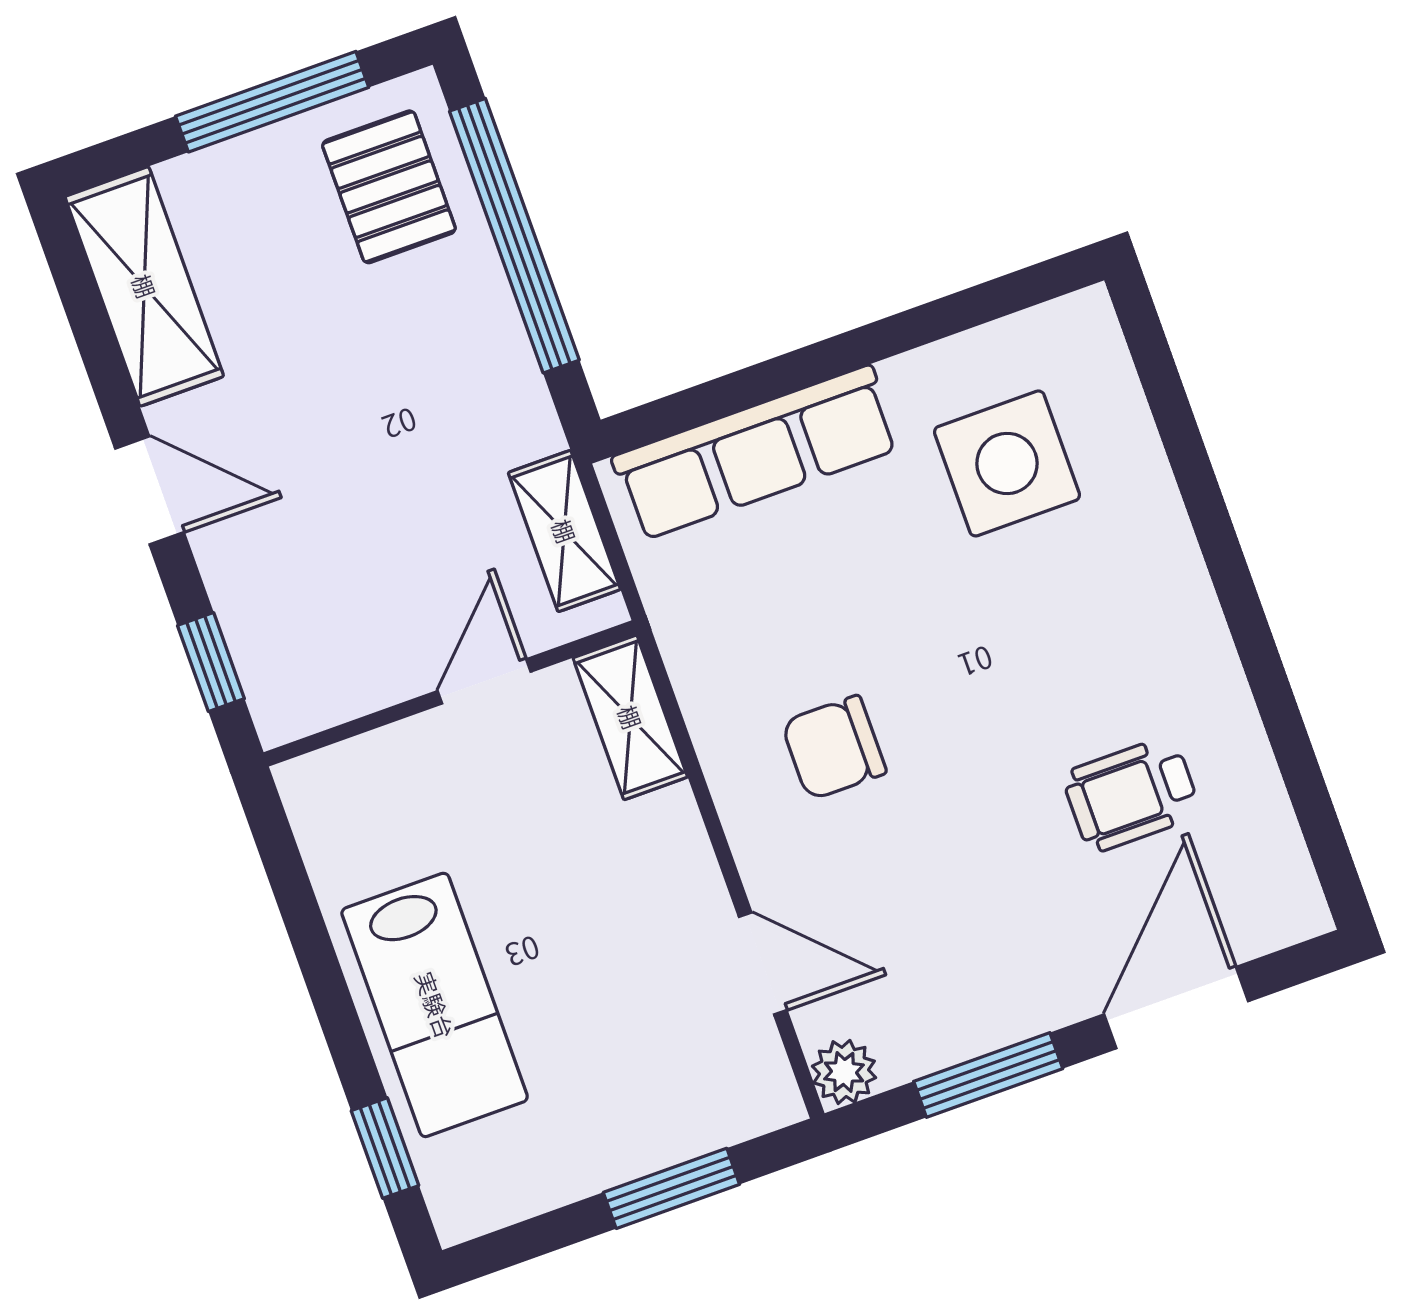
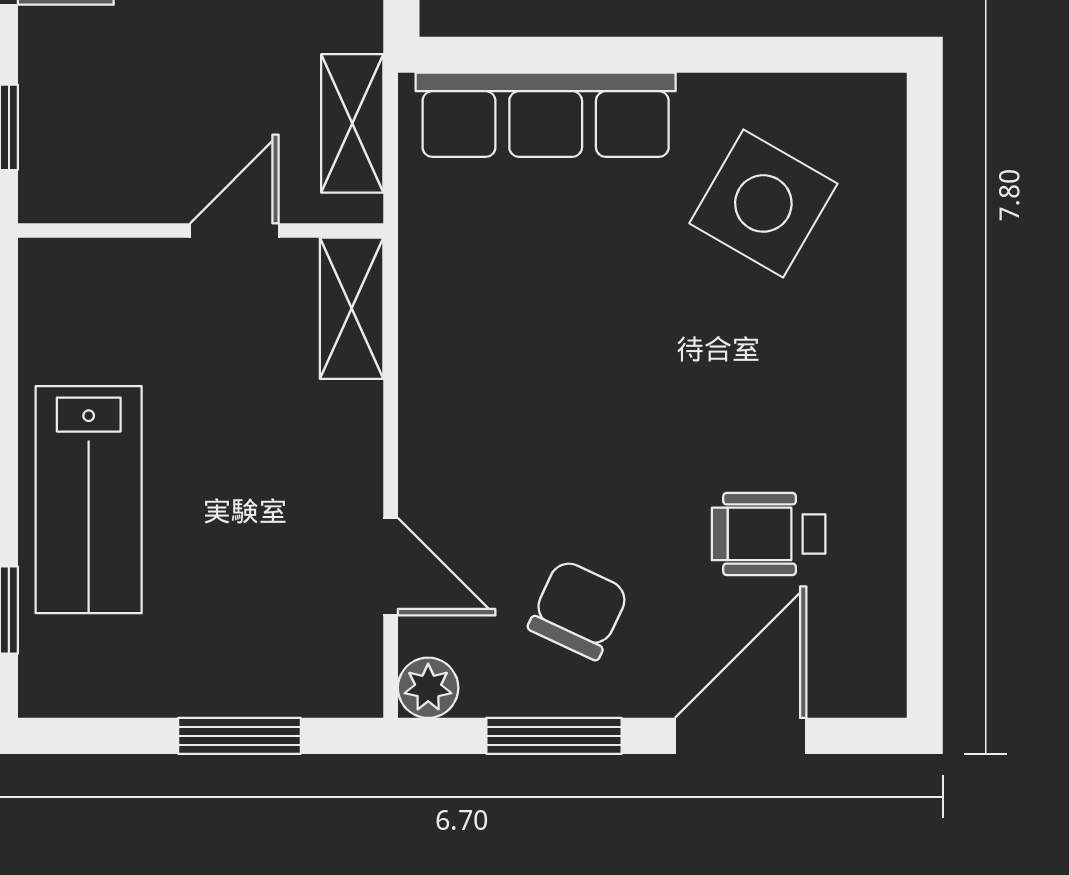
side table: (1007, 463) -> (763, 203), turned 30
chair: (834, 748) -> (578, 610), moved, turned 115

